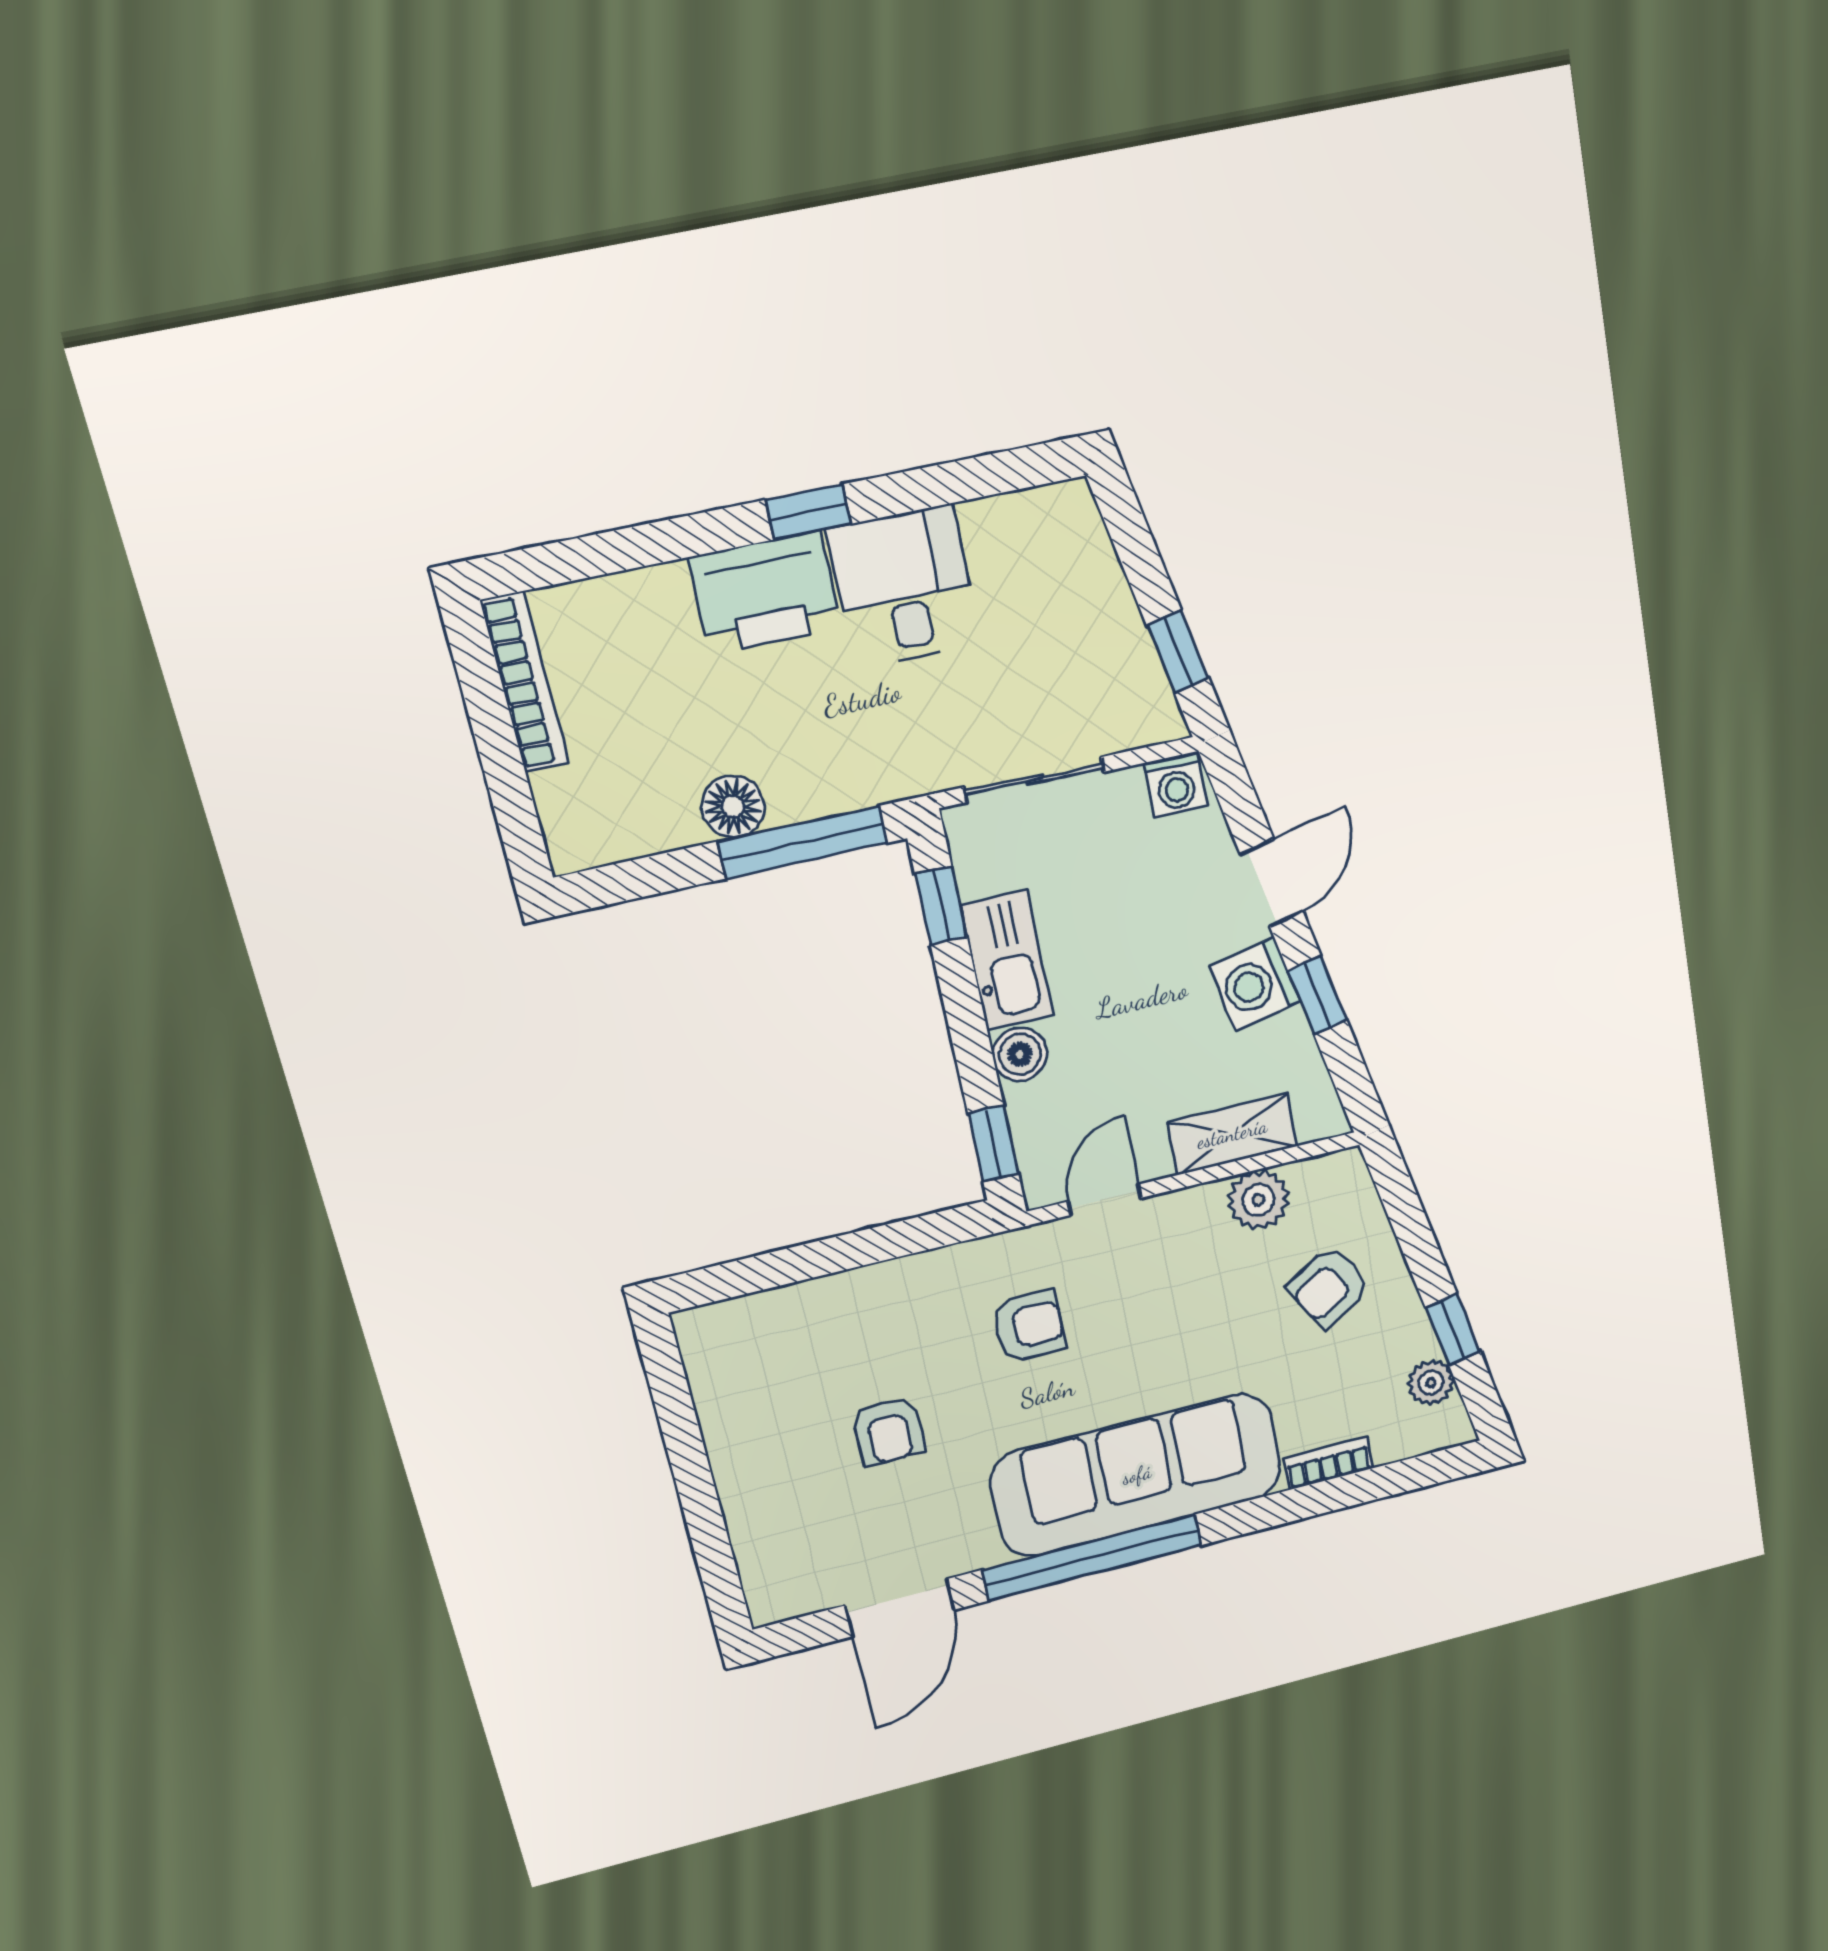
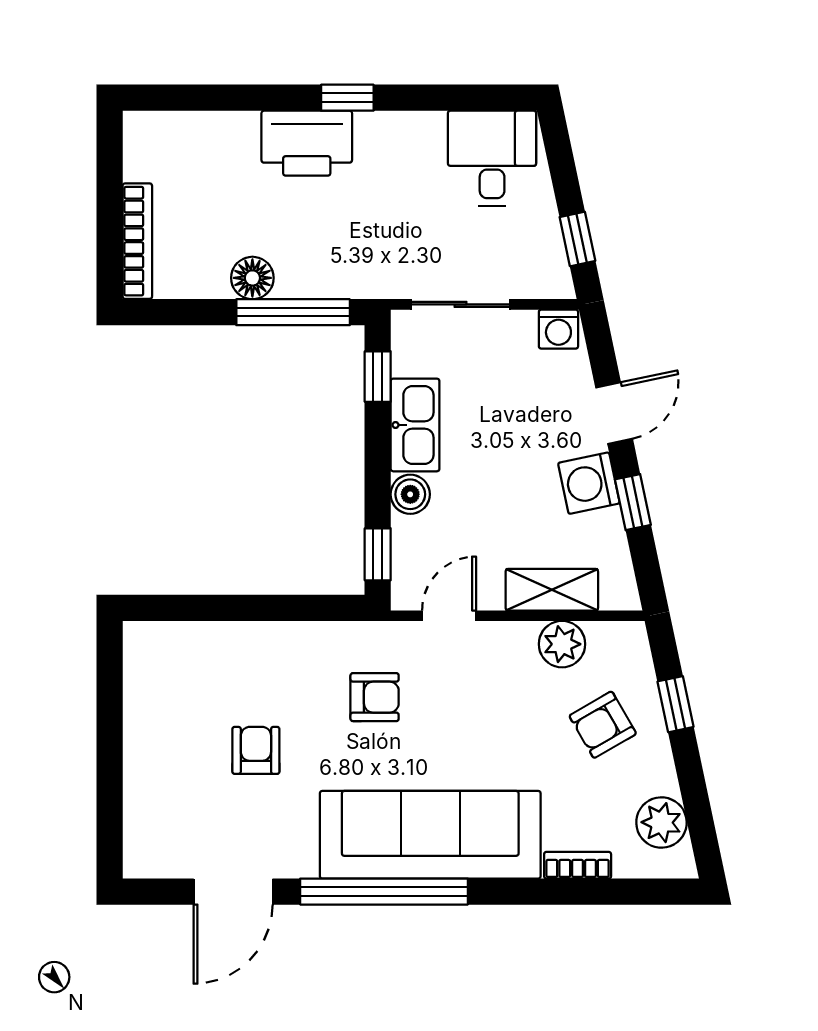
desk: (904, 587) -> (492, 158), moved
bookcase: (524, 682) -> (137, 241), moved
window: (1453, 1330) -> (675, 704), moved
plant: (1431, 1383) -> (661, 823), width x1.38, depth x1.38
armchair: (888, 1431) -> (256, 750), turned 180

